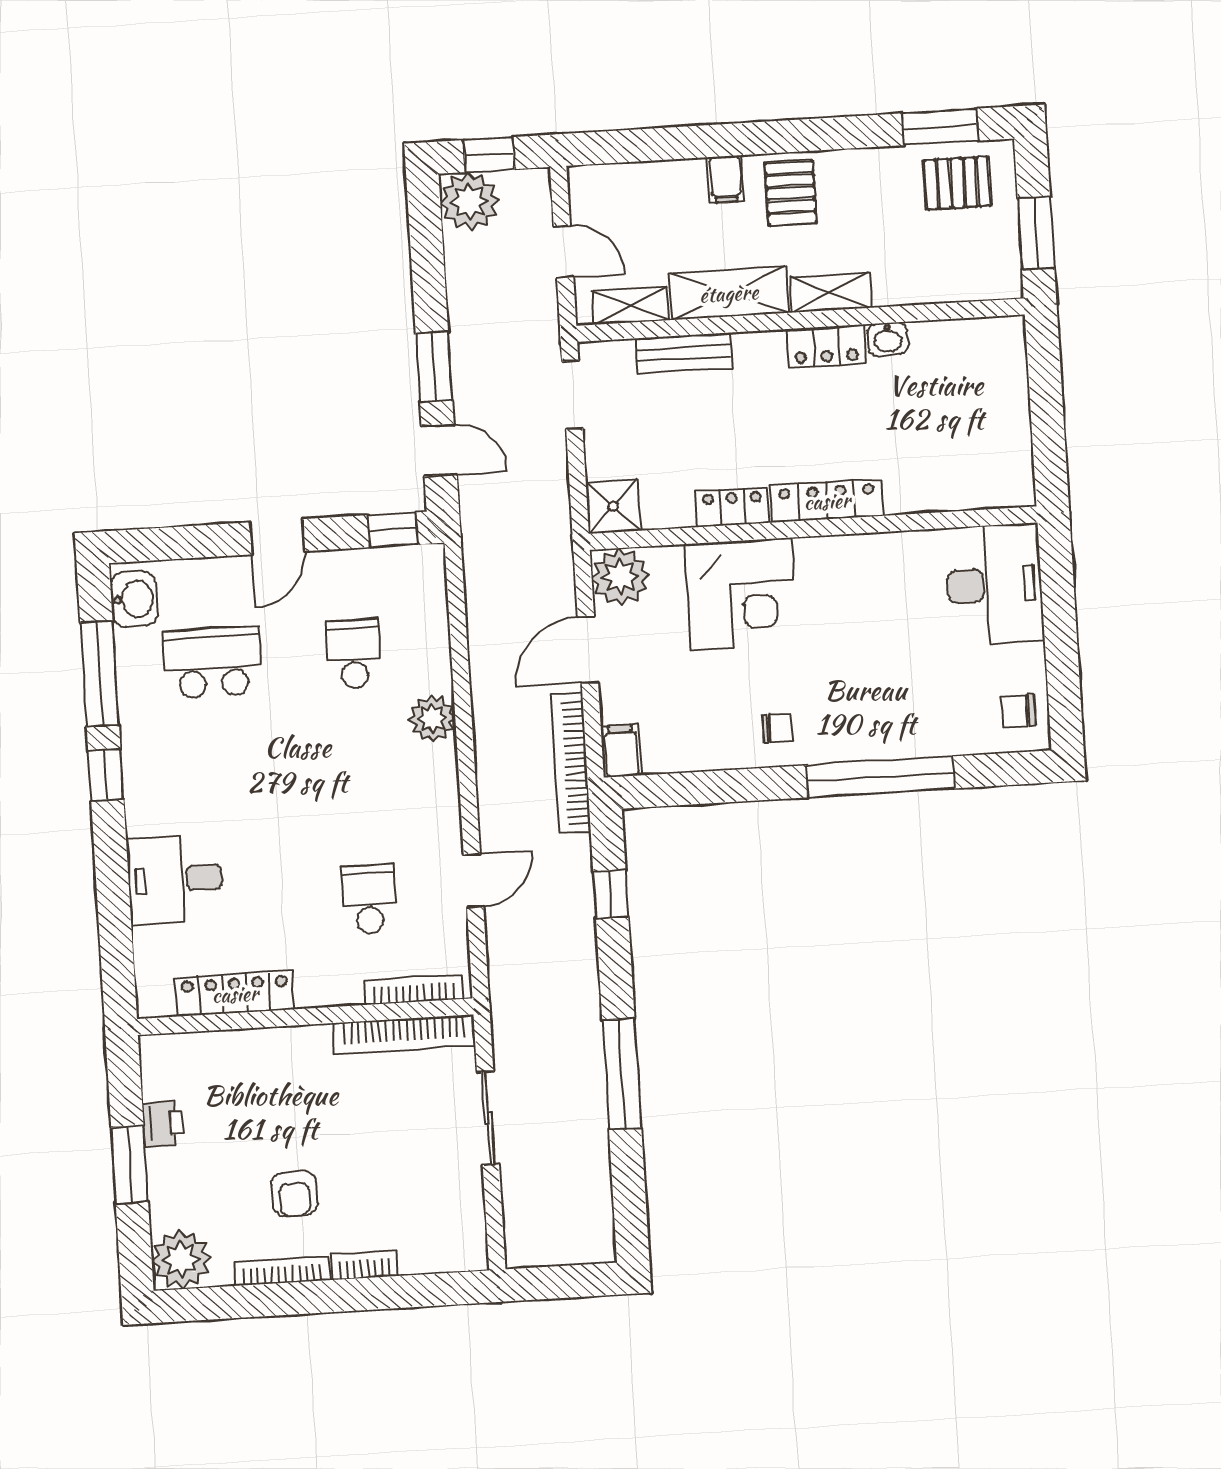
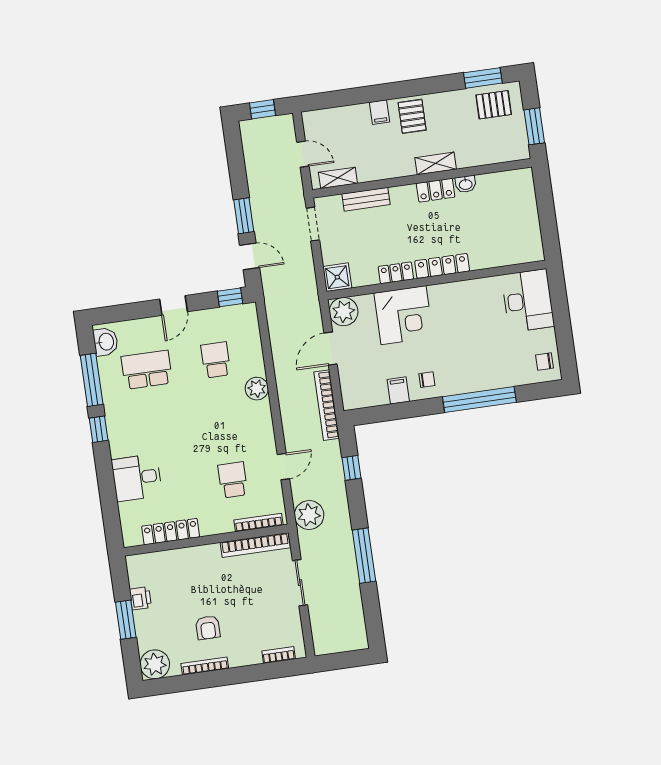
plant: (470, 202) -> (309, 515), moved
shelving: (729, 293) -> (386, 168), removed
filing cabinet: (621, 751) -> (398, 390), moved
bookcase: (365, 1265) -> (279, 655), moved

